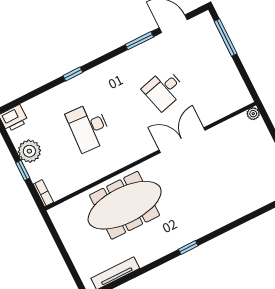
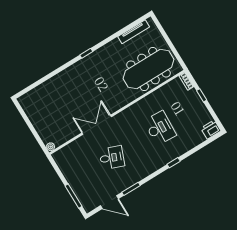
desk: (164, 90) -> (112, 158), turned 36
double door: (182, 140) -> (97, 125), swing flipped
plant: (29, 151) -> (198, 108), removed
meeting table: (125, 205) -> (149, 69), moved

